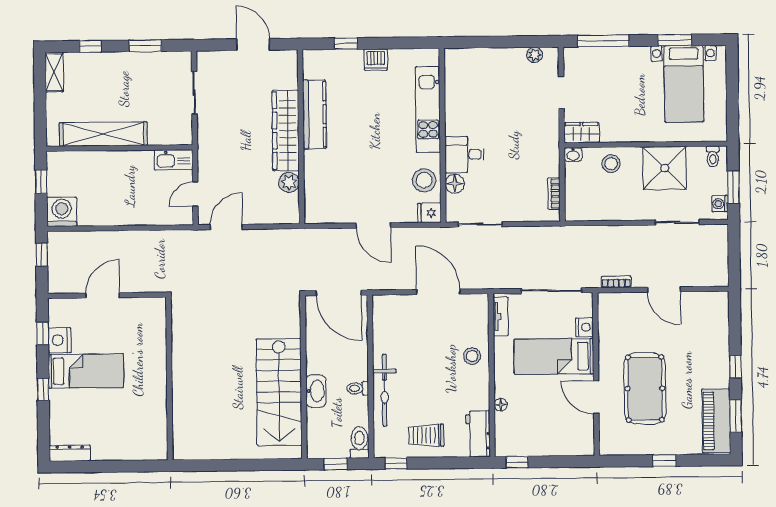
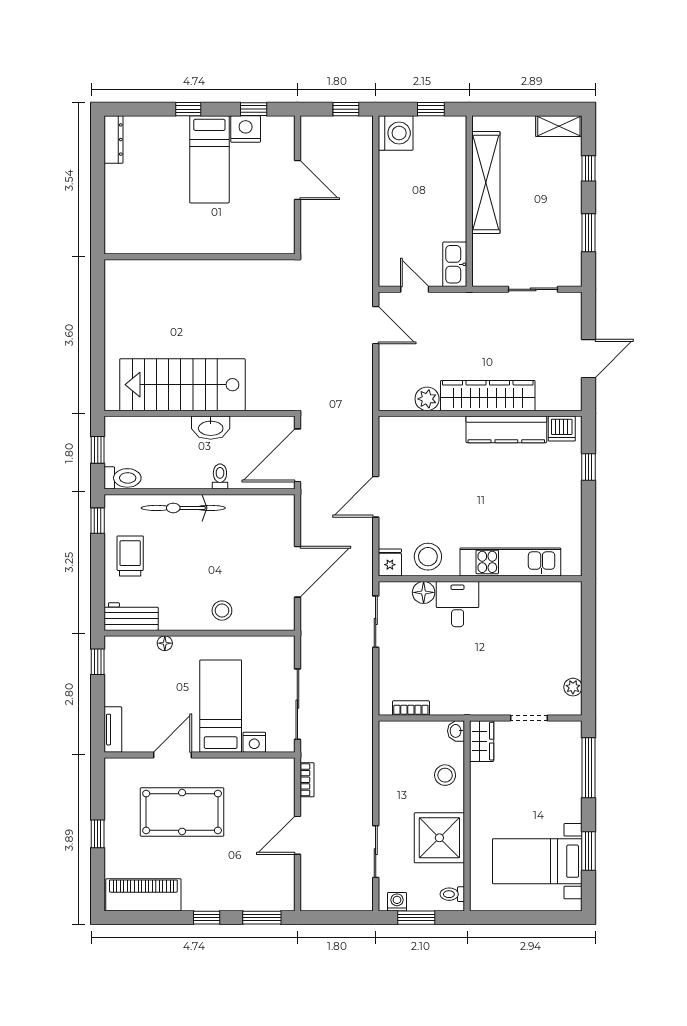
dishwasher: (376, 60) -> (562, 429), moved, turned -90
tv unit: (501, 316) -> (113, 730), moved, turned -90
toilet: (358, 388) -> (220, 476), moved
washbasin: (316, 391) -> (211, 428), moved
window: (736, 416) -> (262, 918), moved

